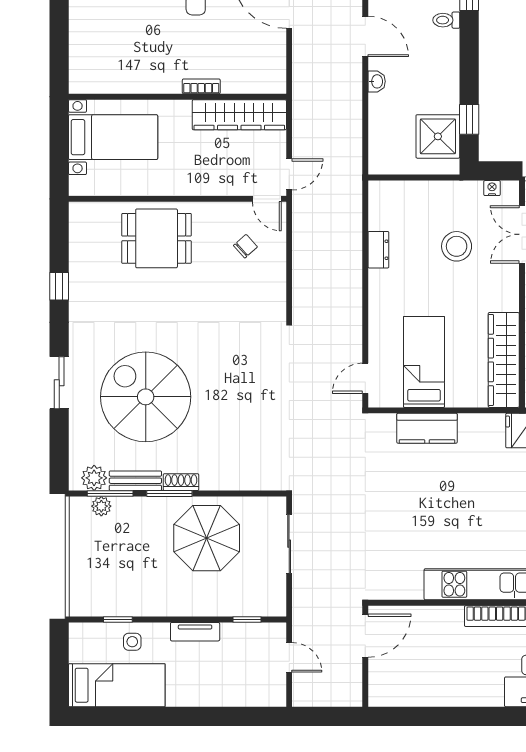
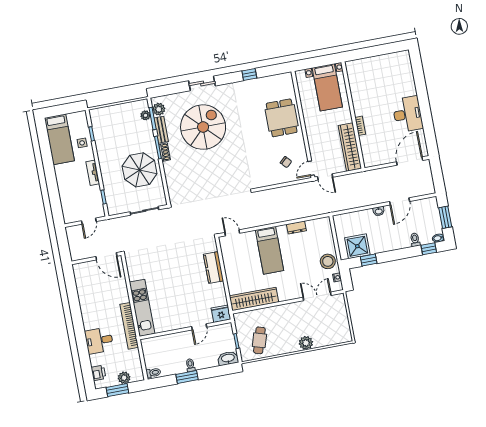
stool: (457, 246) -> (328, 261), moved
bed: (424, 362) -> (270, 250), moved, turned 90

